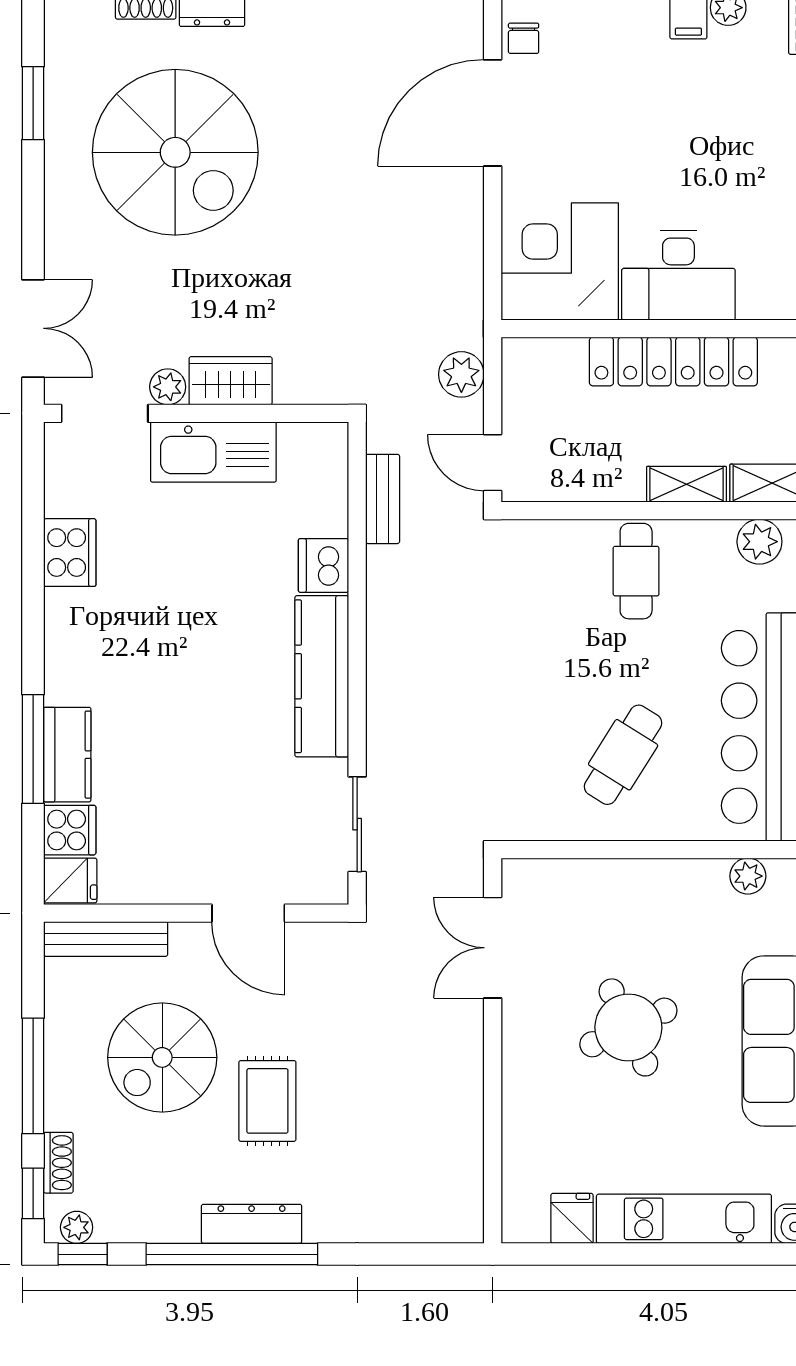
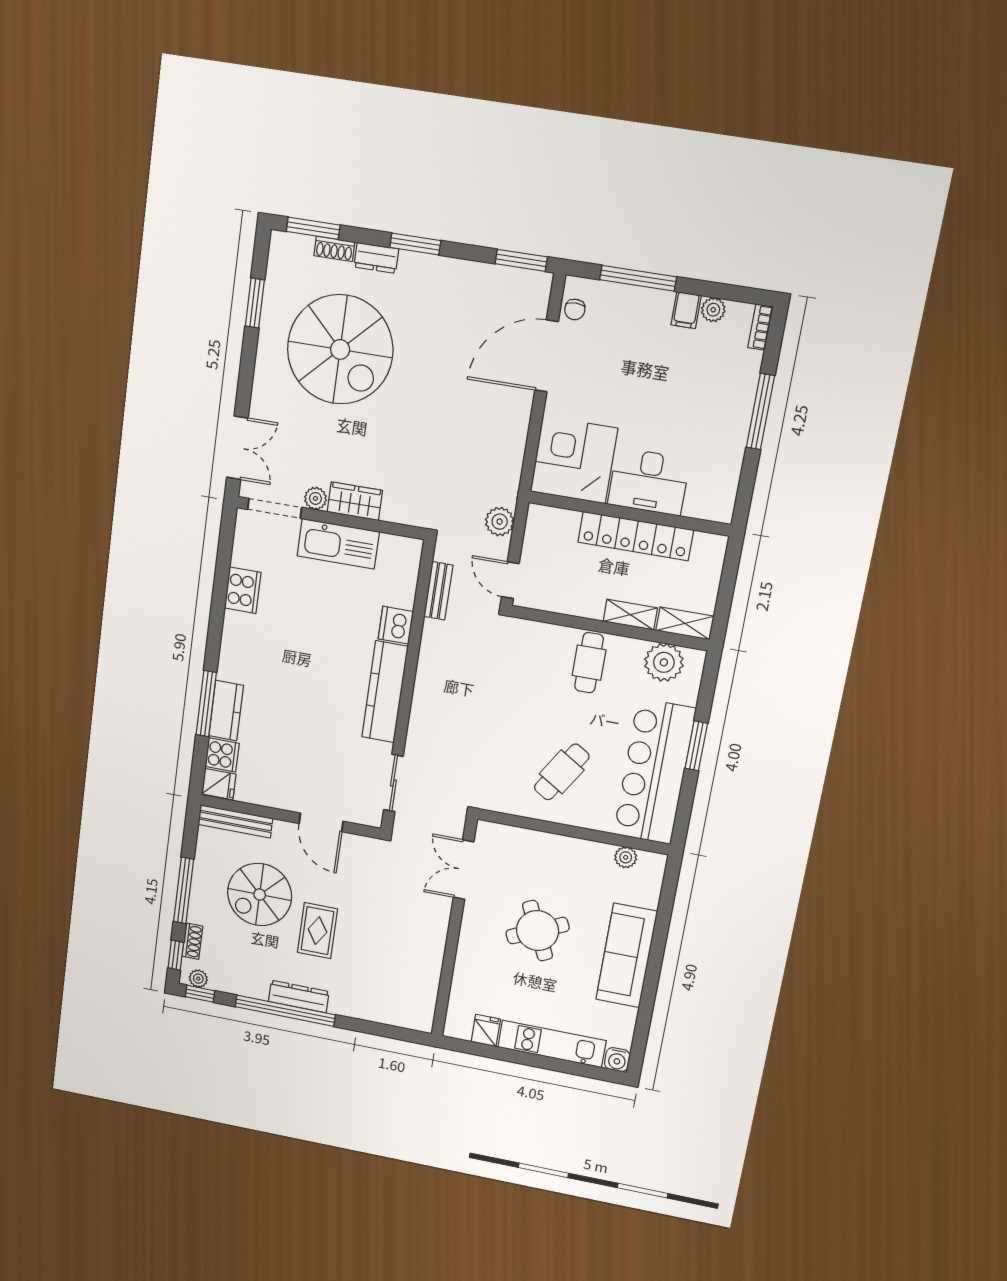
plant: (759, 542) -> (664, 662), width x1.36, depth x1.36

